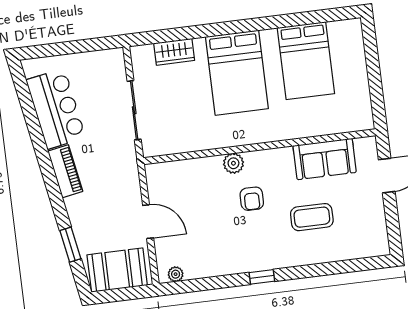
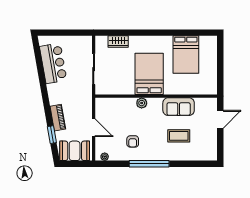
bed: (237, 73) -> (149, 74), moved, turned 180
sofa: (325, 159) -> (179, 107), moved
piano: (65, 171) -> (58, 118), moved
armchair: (252, 199) -> (133, 141), moved
window: (262, 277) -> (149, 164), width x3.17

